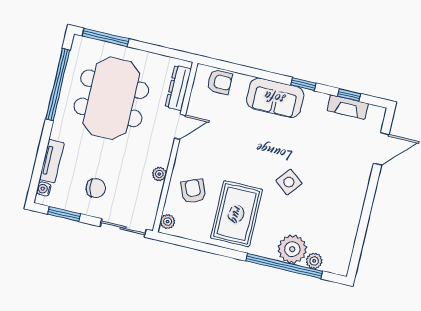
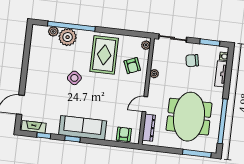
armchair: (220, 82) -> (124, 134), turned 90
sofa: (275, 98) -> (83, 128), width x1.36
fireplace: (348, 107) -> (34, 127), moved

